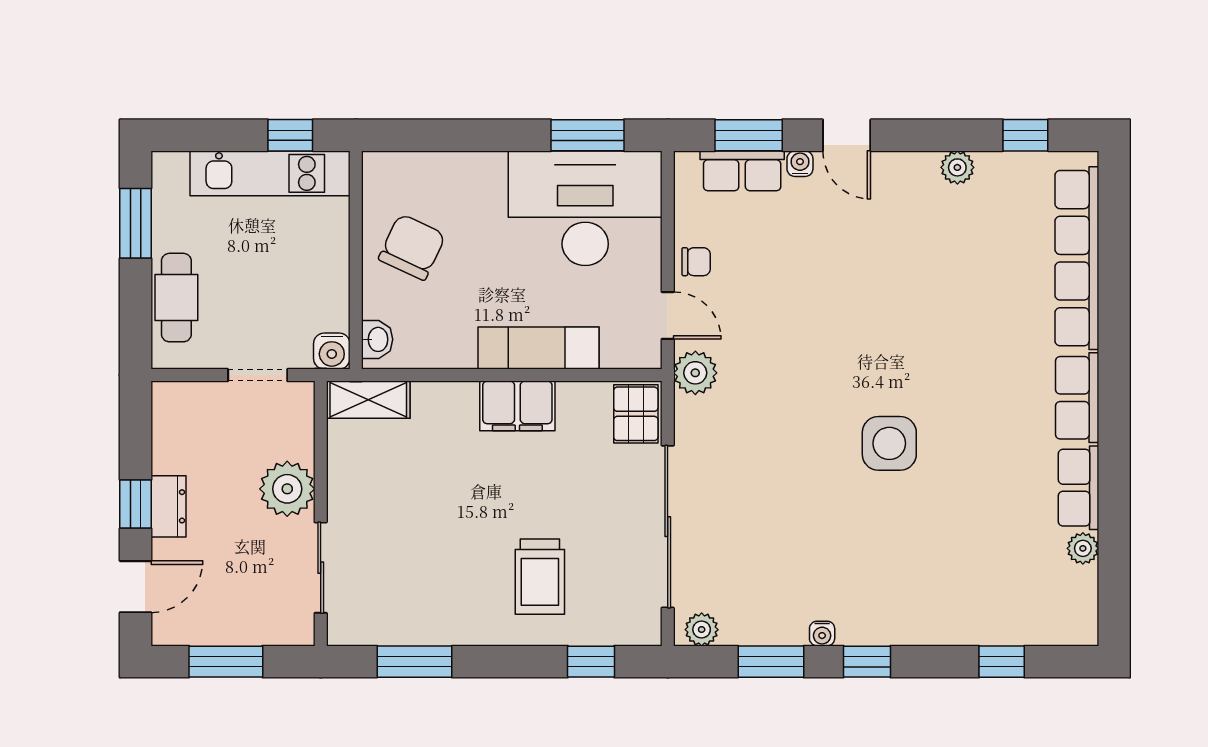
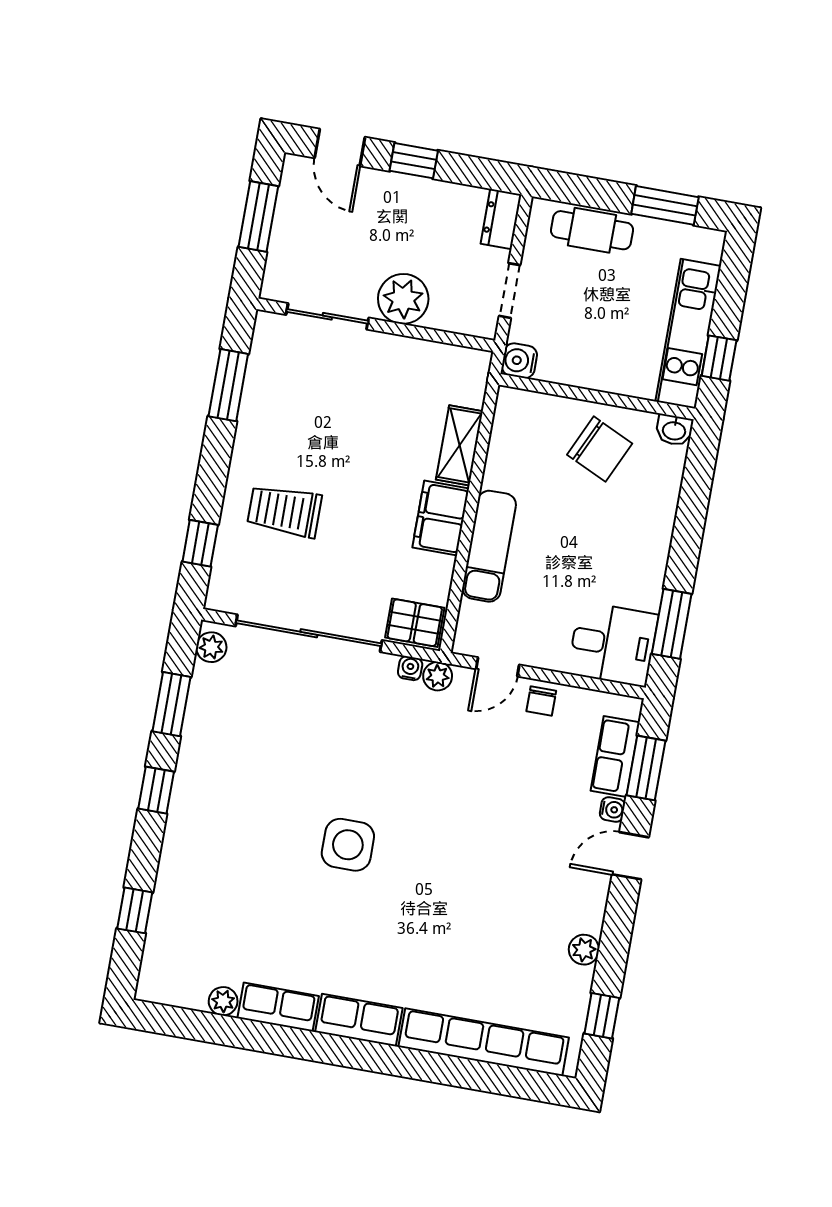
desk: (585, 208) -> (613, 644), width x0.53, depth x0.77
washbasin: (377, 339) -> (674, 430), moved
plant: (695, 373) -> (438, 676), width x0.73, depth x0.73
shelving: (368, 400) -> (459, 445), moved
dresser: (168, 506) -> (501, 219), moved, turned 90
water cooler: (822, 634) -> (410, 668), moved, turned 90

